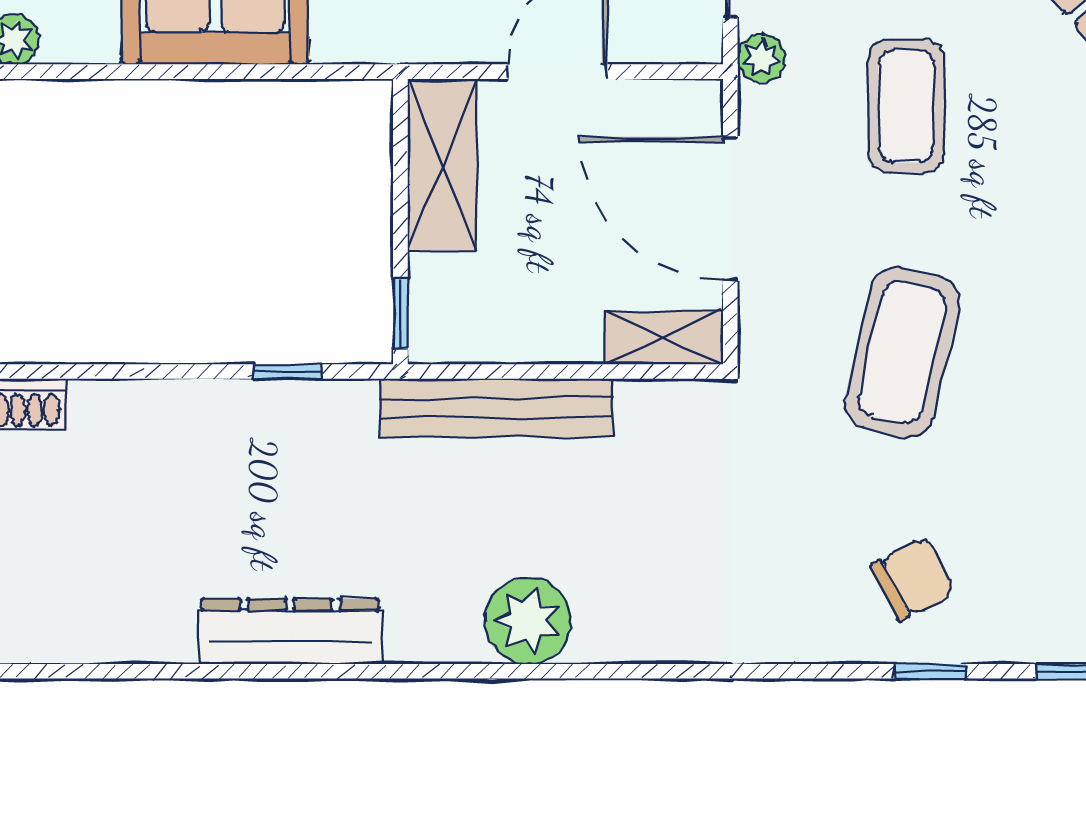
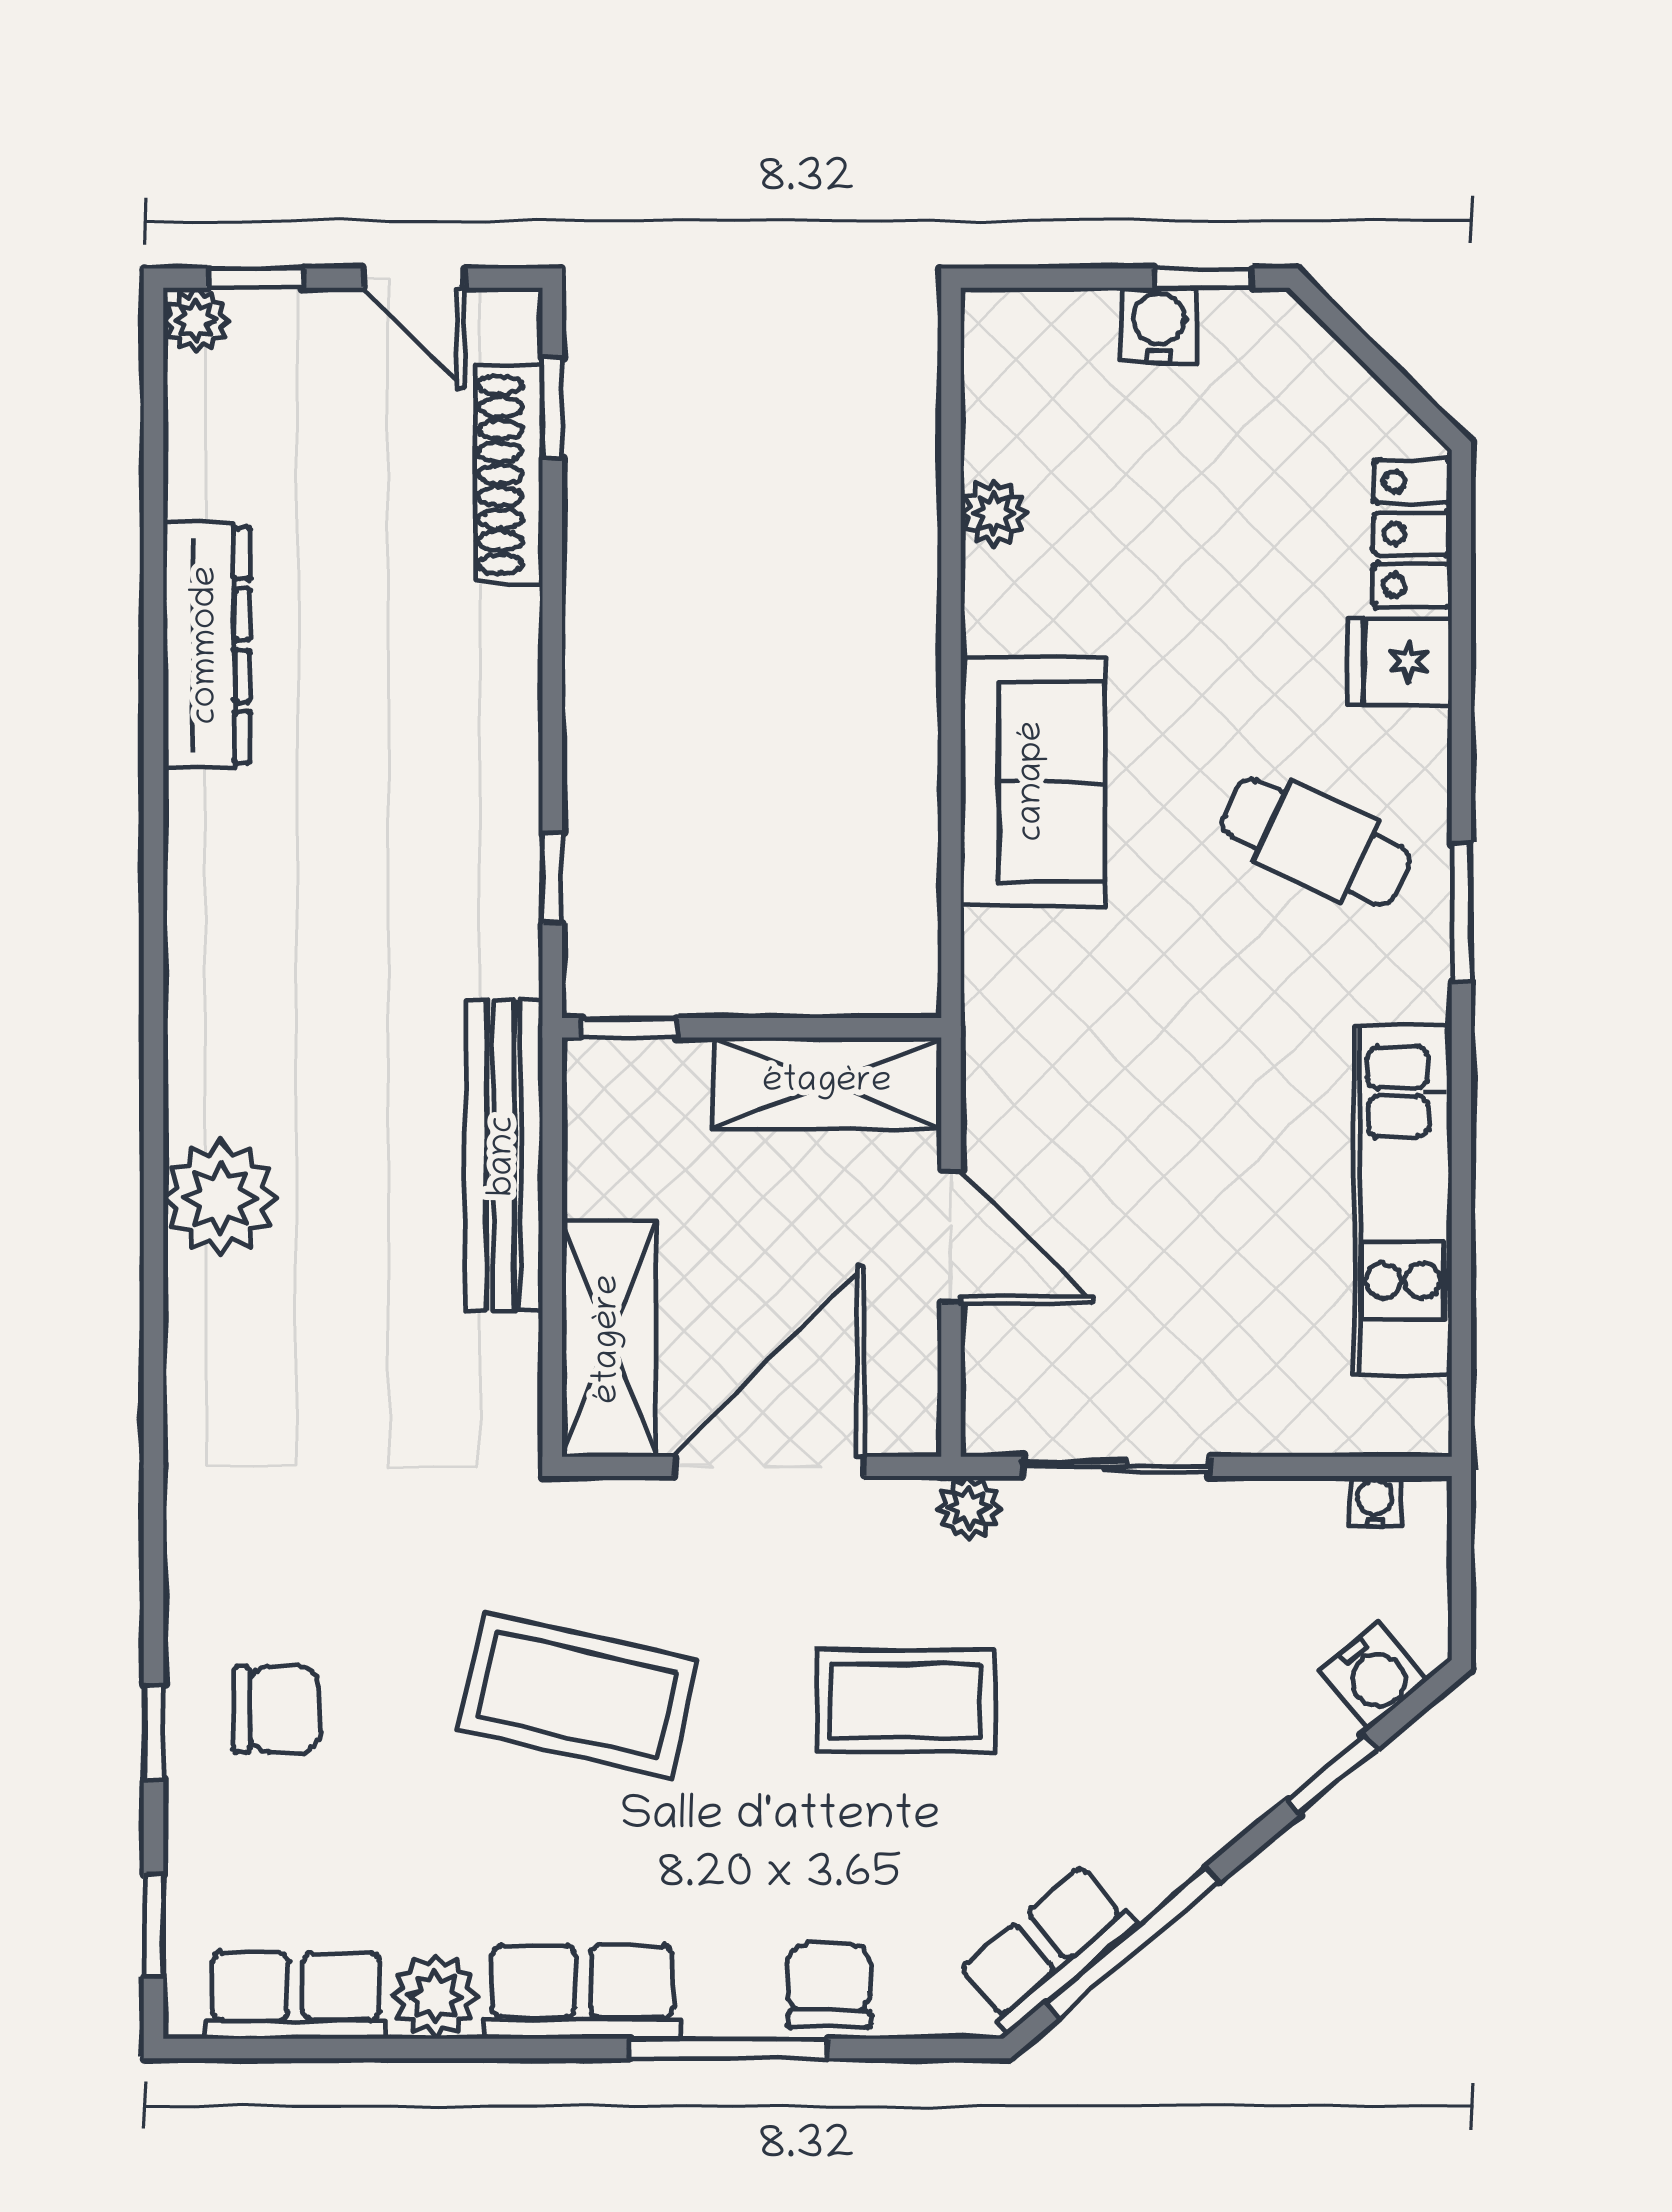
shelving: (664, 338) -> (609, 1339), width x1.50, depth x1.33
chair: (913, 579) -> (277, 1709), turned -63
dresser: (290, 631) -> (207, 645), moved

